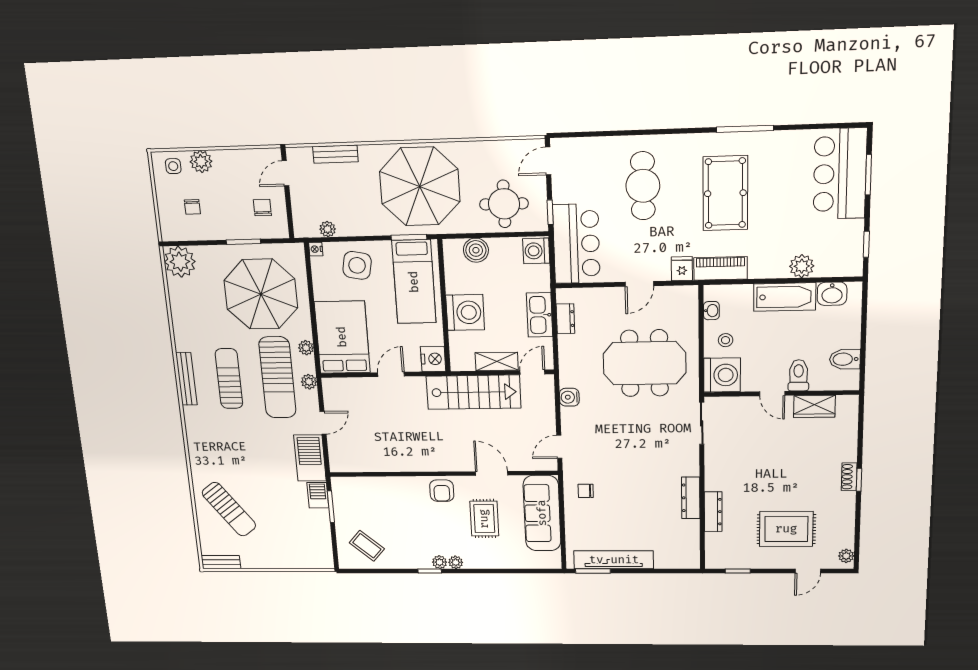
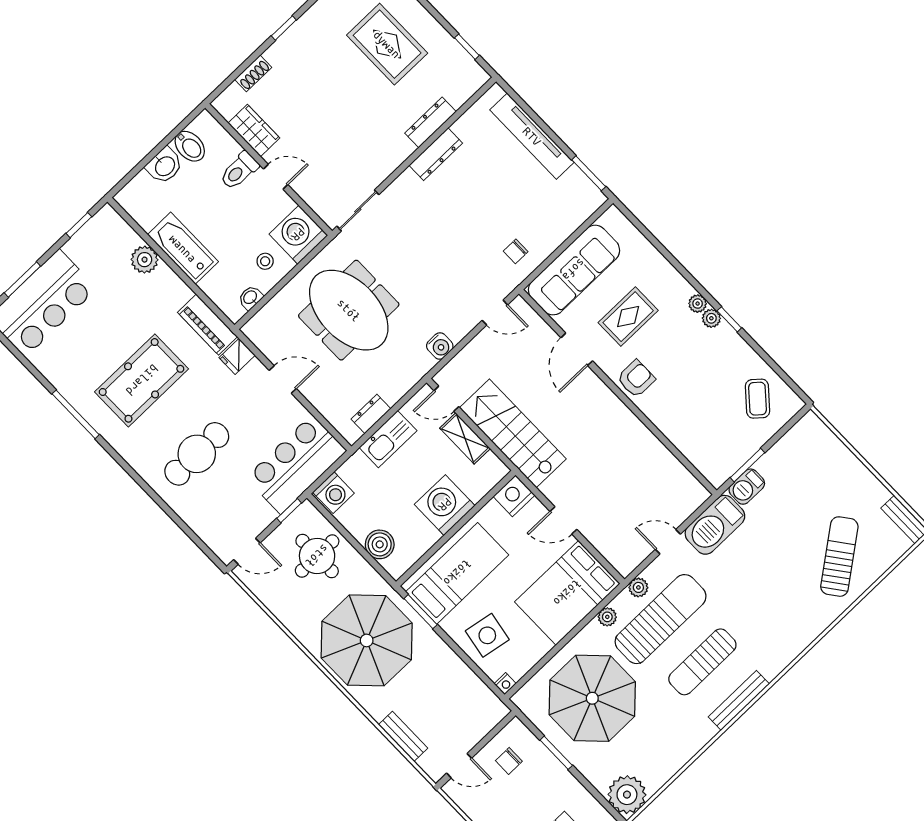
plant: (328, 229) -> (477, 688), removed
washbasin: (832, 294) -> (164, 166), moved, turned 90
door: (772, 394) -> (276, 177), hinge flipped
shoe rack: (849, 477) -> (253, 73), moved
chair: (586, 491) -> (516, 251), turned 90
tv unit: (614, 560) -> (532, 136), moved

